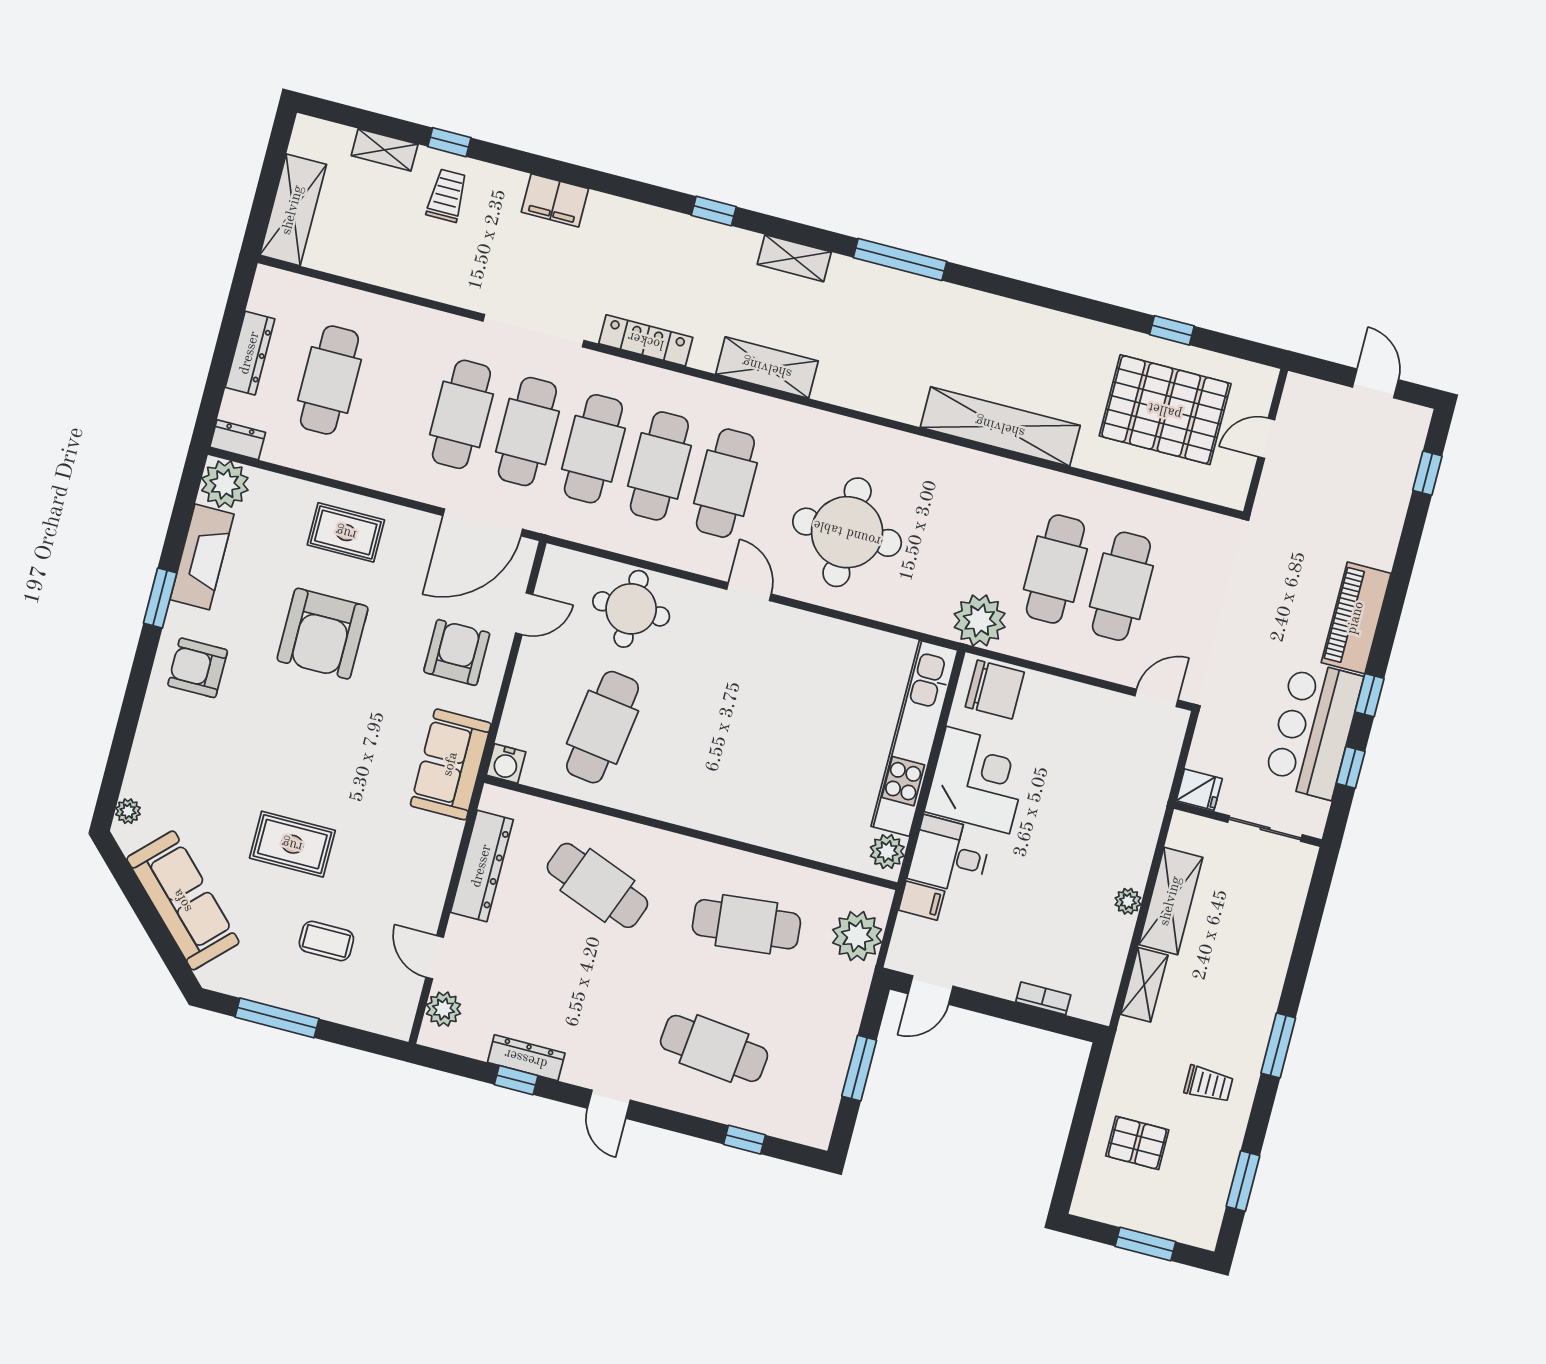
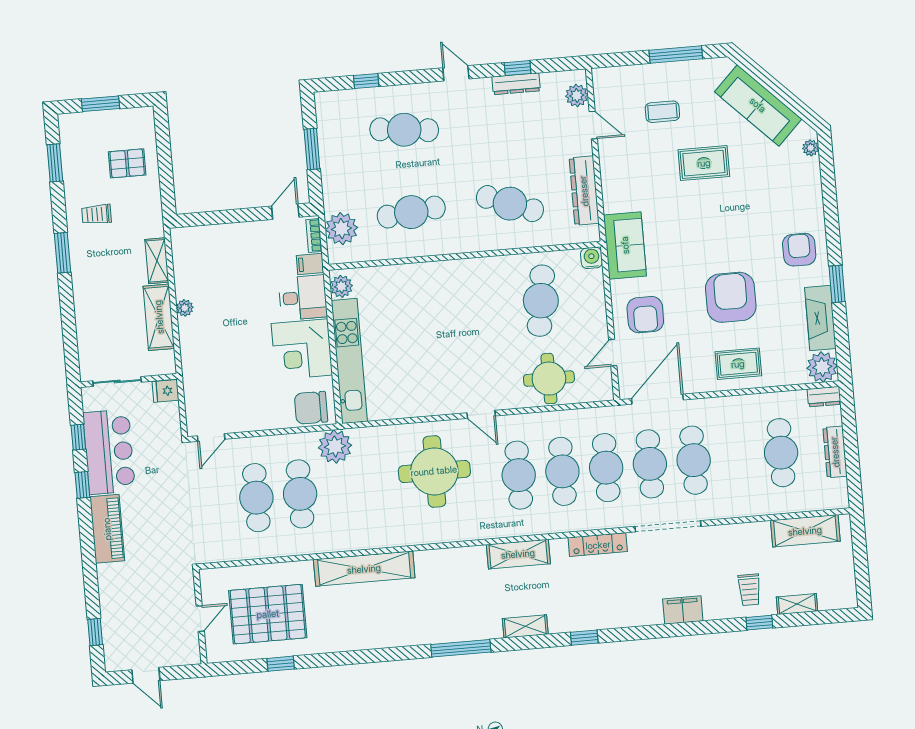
shelving: (293, 210) -> (805, 531), moved, turned 90
armchair: (198, 668) -> (799, 250), turned -90
bookcase: (1043, 998) -> (314, 236), moved, turned 90

